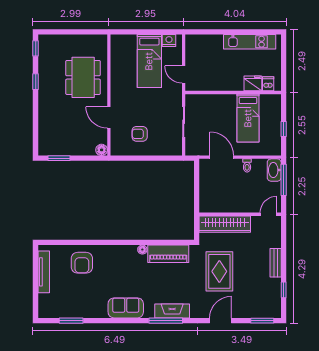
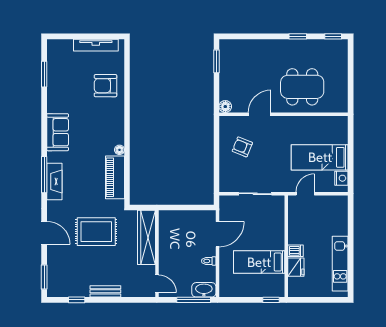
dishwasher: (268, 84) -> (295, 251), moved
window: (284, 129) -> (271, 300), moved
armchair: (140, 134) -> (242, 147), turned -68

